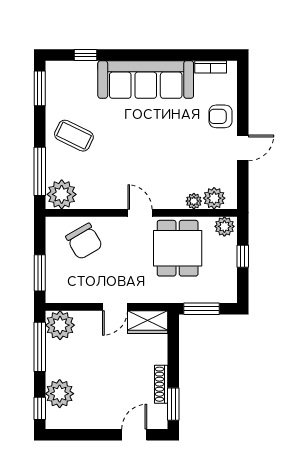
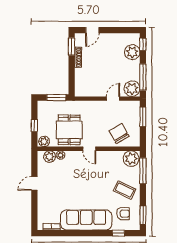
armchair: (221, 116) -> (123, 214), moved
door: (115, 307) -> (113, 99), moved
wardrobe: (148, 322) -> (85, 90), removed

